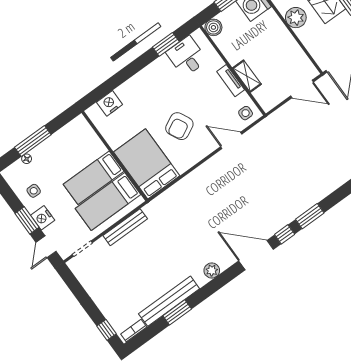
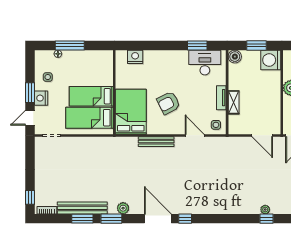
desk: (187, 56) -> (205, 63), width x1.37
window: (310, 216) -> (111, 219), moved
bench: (125, 227) -> (156, 142), moved

